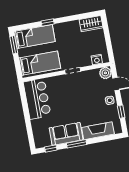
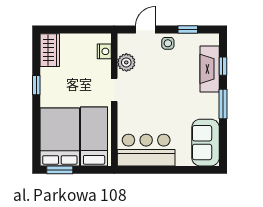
window: (48, 23) -> (36, 85), moved
bed: (35, 36) -> (60, 137), width x1.50
plant: (105, 73) -> (126, 62), moved
sofa: (66, 134) -> (206, 143), moved
window: (51, 149) -> (223, 66), moved

